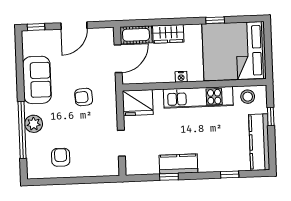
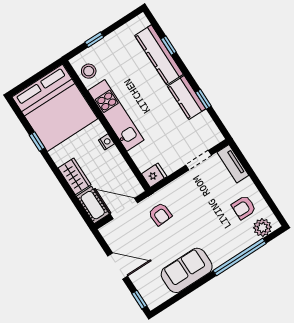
armchair: (84, 97) -> (160, 214), moved
fridge: (138, 103) -> (154, 175), width x0.53, depth x0.75
plant: (34, 124) -> (262, 228), moved
kitchen counter: (259, 142) -> (159, 55), moved, turned 90
tv unit: (102, 170) -> (233, 164), added

